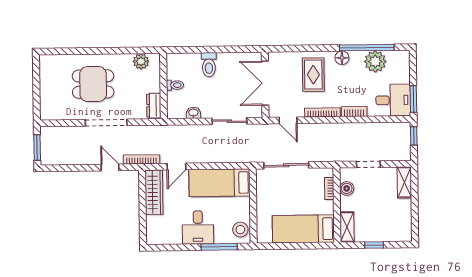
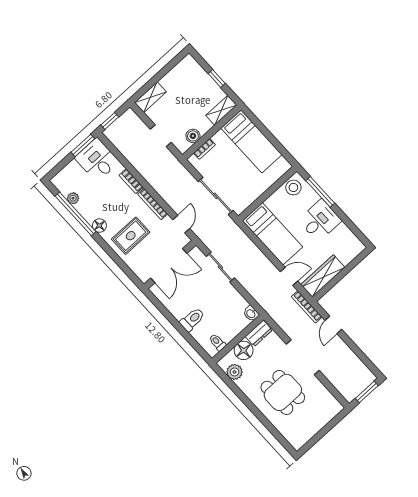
plant: (375, 61) -> (73, 198), width x0.53, depth x0.53
floor lamp: (151, 83) -> (244, 350), added
toilet: (175, 85) -> (217, 342), moved
washbasin: (193, 113) -> (251, 313), moved

